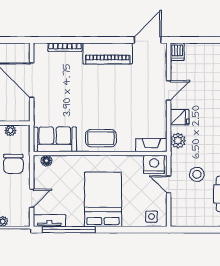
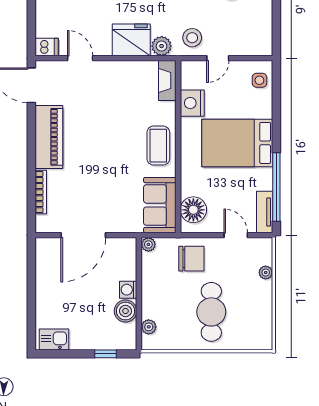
door: (169, 90) -> (80, 58), moved
fridge: (180, 117) -> (131, 40), width x1.88, depth x1.34
plant: (10, 131) -> (148, 244), moved
floor lamp: (46, 161) -> (193, 210), width x1.89, depth x1.89
nightstand: (154, 164) -> (192, 103), moved
stool: (197, 174) -> (192, 38), moved

